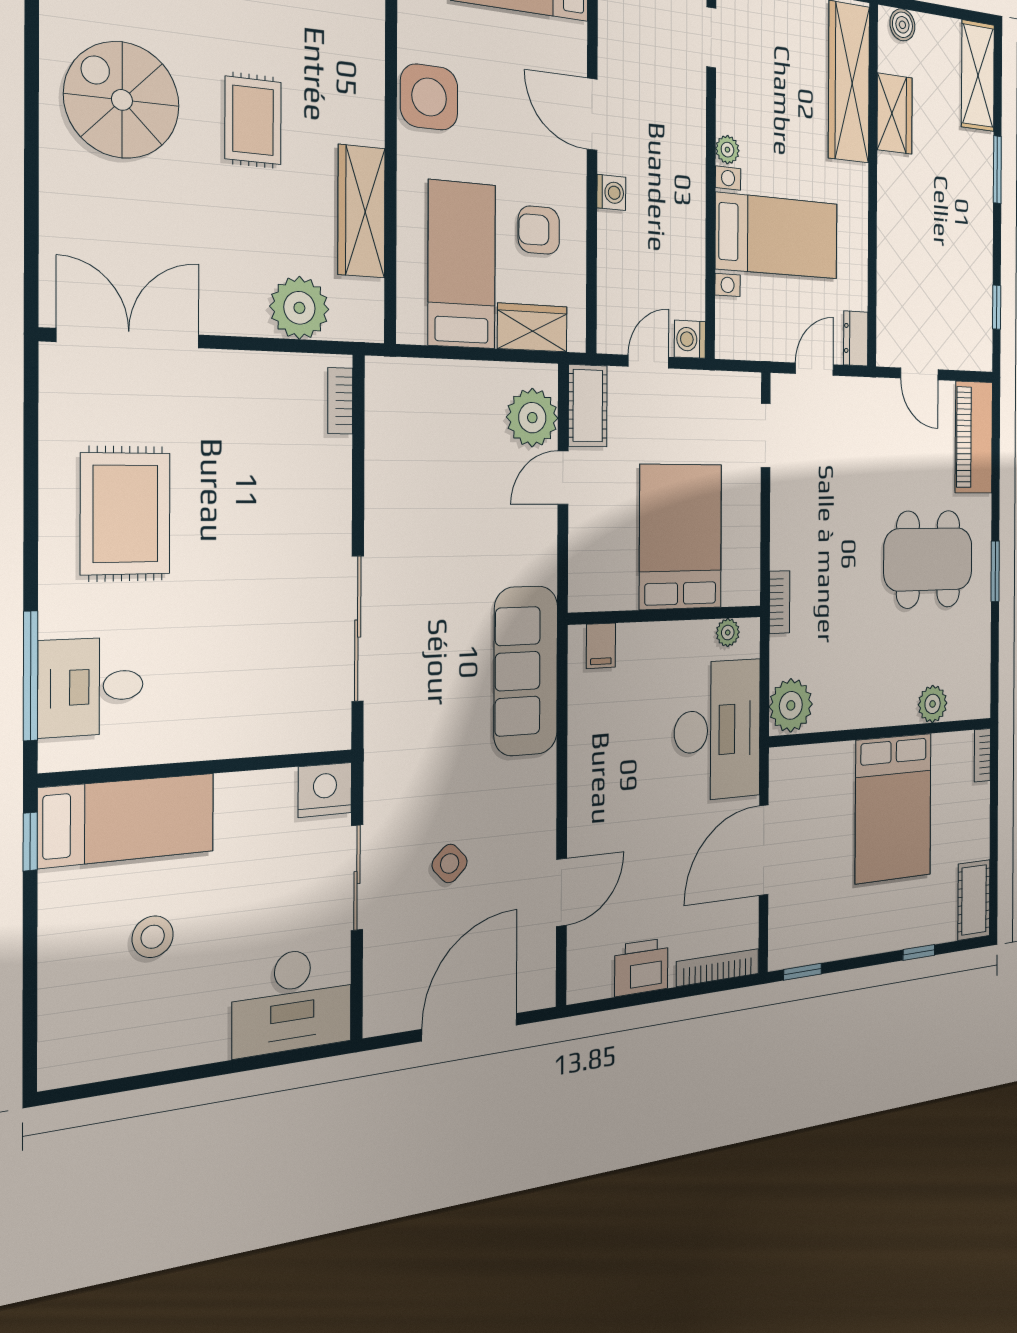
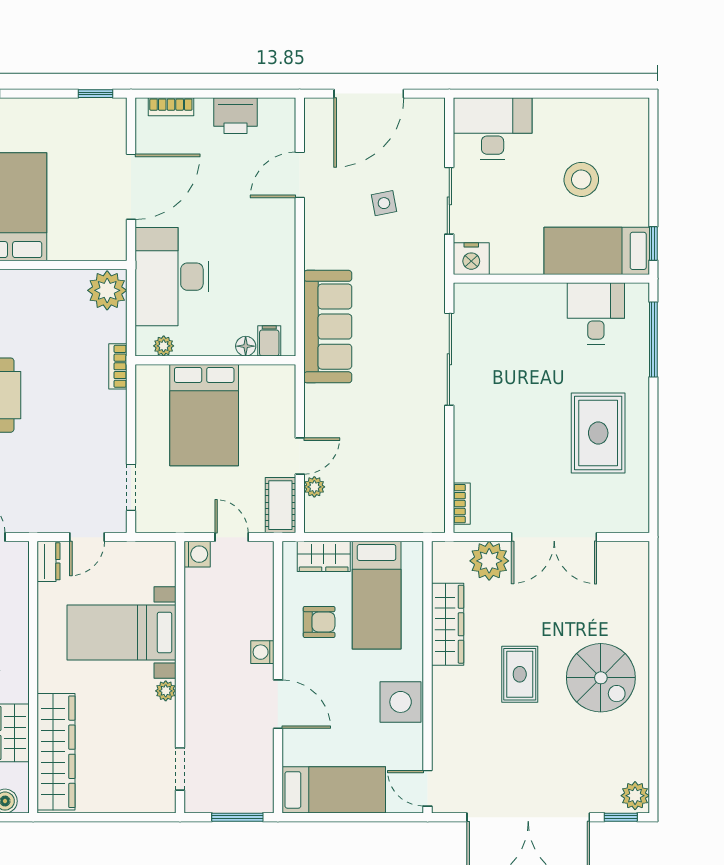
double door: (129, 338) -> (554, 537), moved
door: (648, 362) -> (232, 537), swing flipped
plant: (532, 418) -> (314, 487), width x0.53, depth x0.53
floor lamp: (630, 637) -> (246, 346), added
desk: (91, 687) -> (596, 313), moved, turned -90
side table: (450, 863) -> (384, 203), turned 33
stool: (153, 937) -> (581, 179), width x1.38, depth x1.38
bookcase: (718, 968) -> (171, 107), width x0.64

